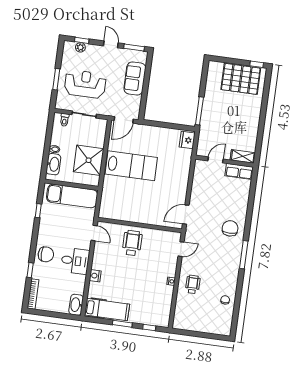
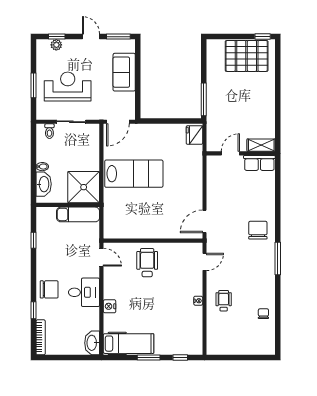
shower: (89, 160) -> (84, 187), moved
exam couch: (72, 196) -> (78, 214), width x0.73, depth x0.69

